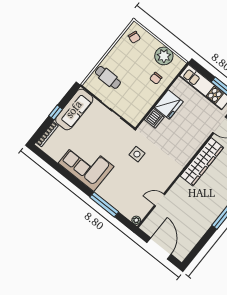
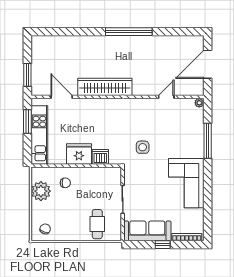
door: (159, 200) -> (166, 97), swing flipped

